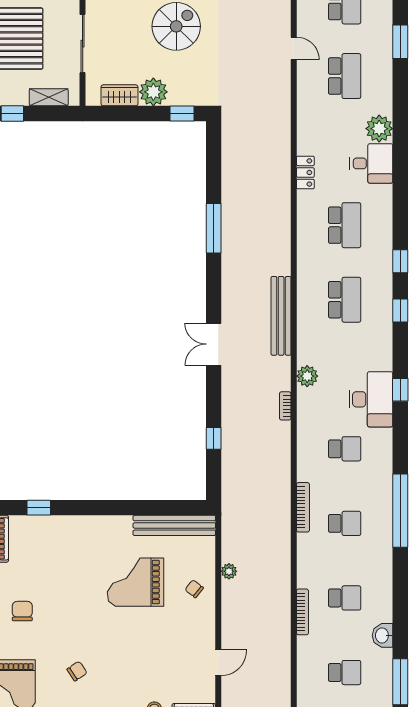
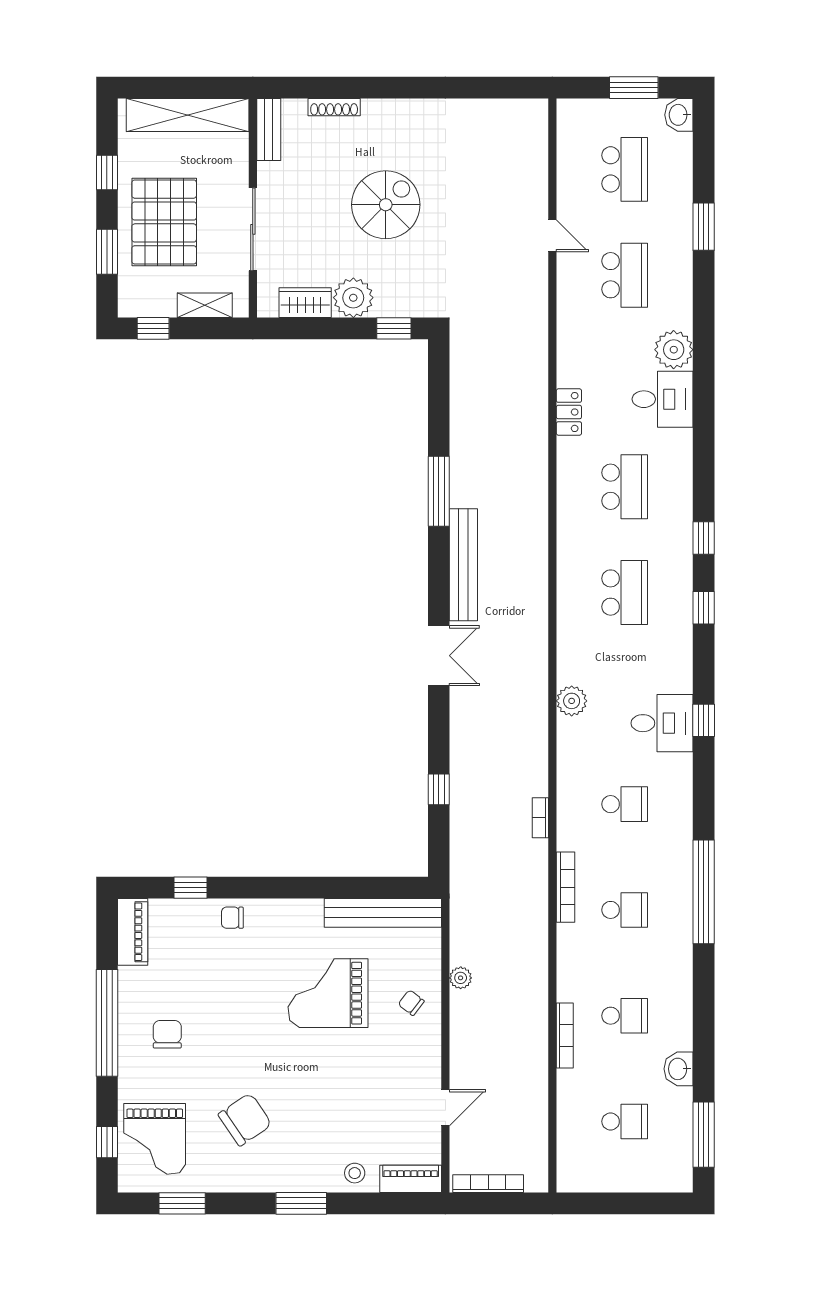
bench: (281, 316) -> (463, 565), moved
double door: (214, 344) -> (439, 656), swing flipped
desk: (371, 399) -> (662, 723), width x0.73
bookcase: (285, 406) -> (540, 818), moved
chair: (68, 529) -> (232, 918), added
chair: (77, 671) -> (245, 1119), width x1.87, depth x1.87

